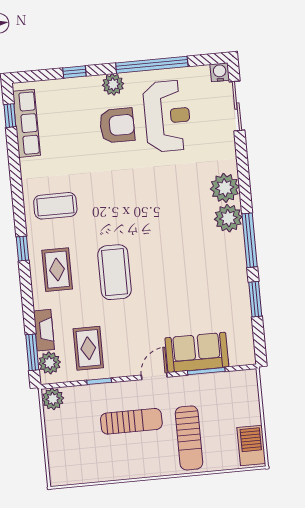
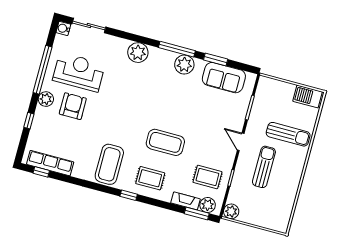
coffee table: (55, 206) -> (109, 164), width x1.36, depth x1.32
plant: (228, 218) -> (184, 65), moved
sofa: (197, 352) -> (224, 78), moved, turned -90

